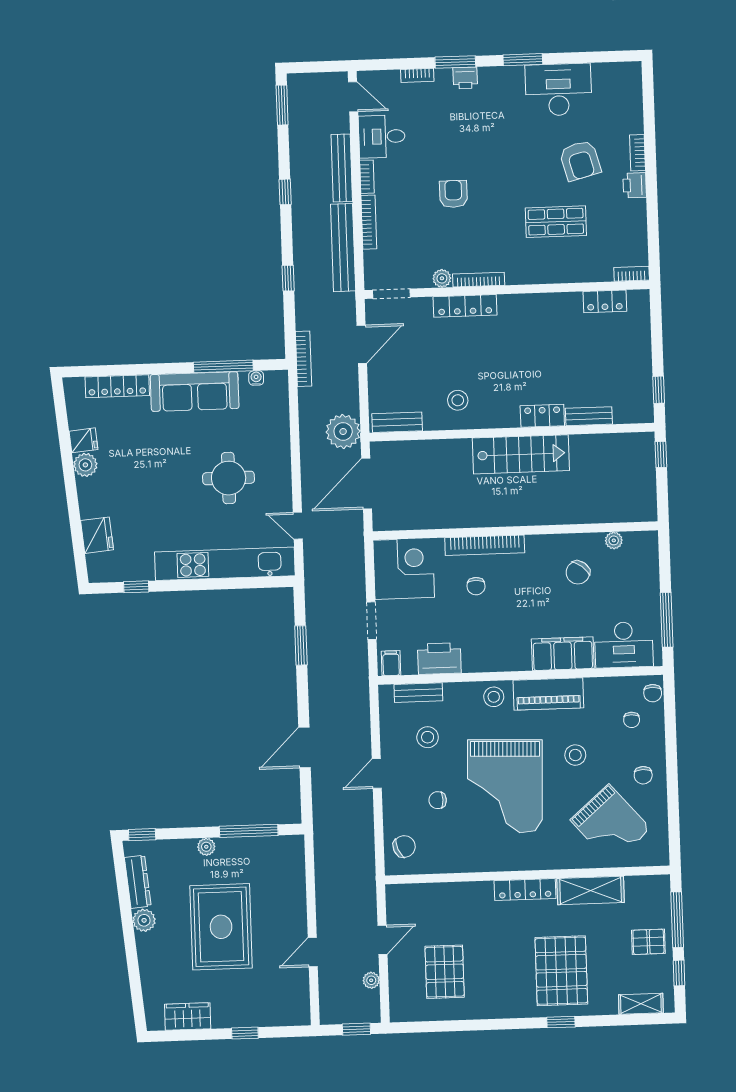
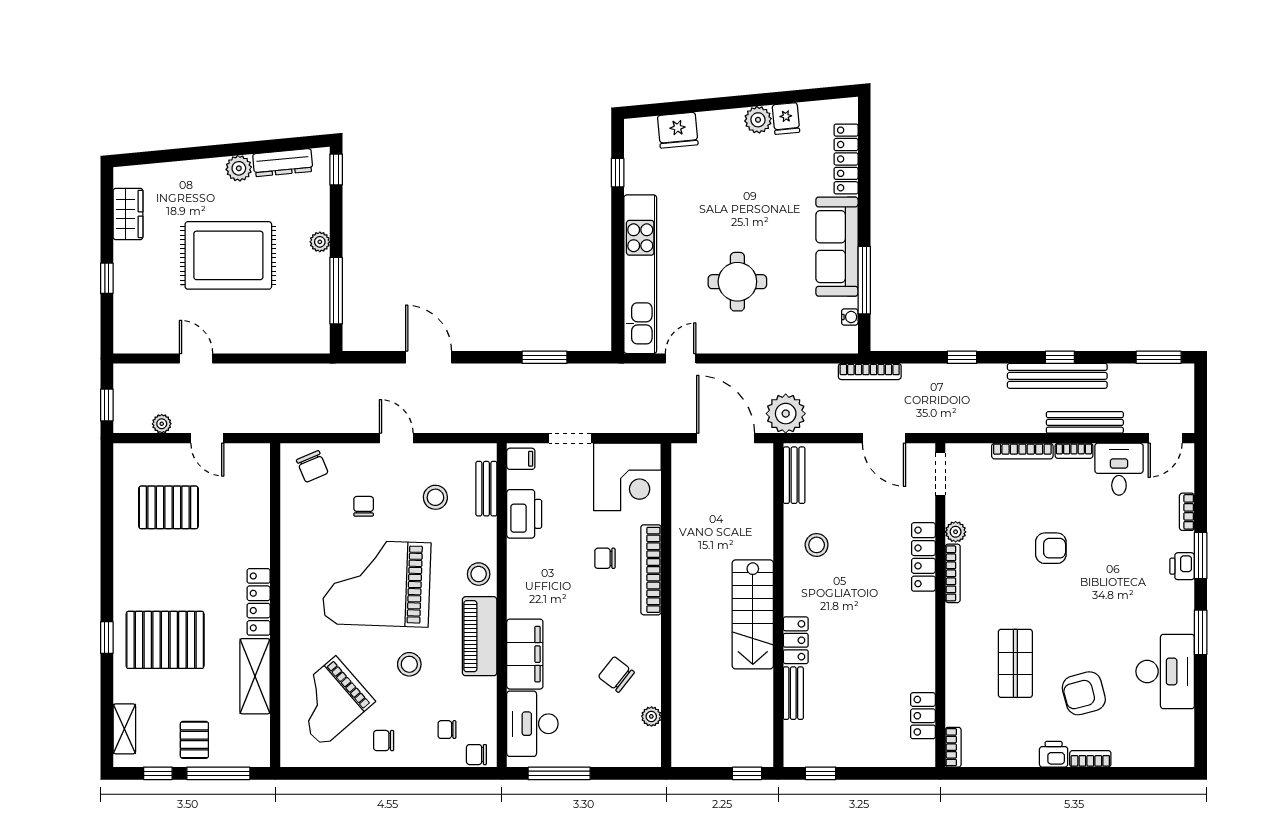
bench: (343, 248) -> (1057, 376), moved

